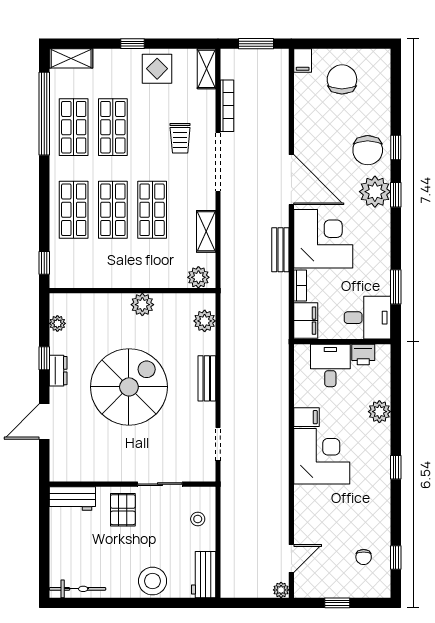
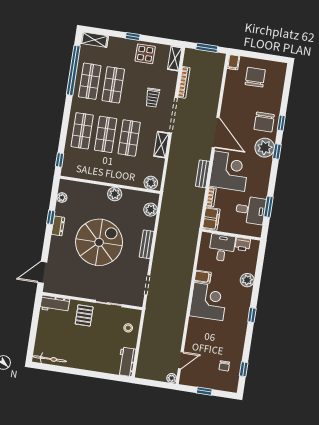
shelving: (206, 231) -> (161, 145), moved
desk: (368, 318) -> (251, 210), moved
door: (44, 421) -> (42, 272), moved
stool: (153, 581) -> (95, 361), removed

